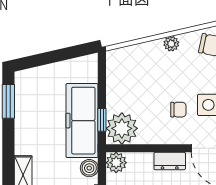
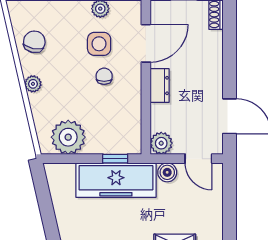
plant: (122, 128) -> (68, 137), moved

